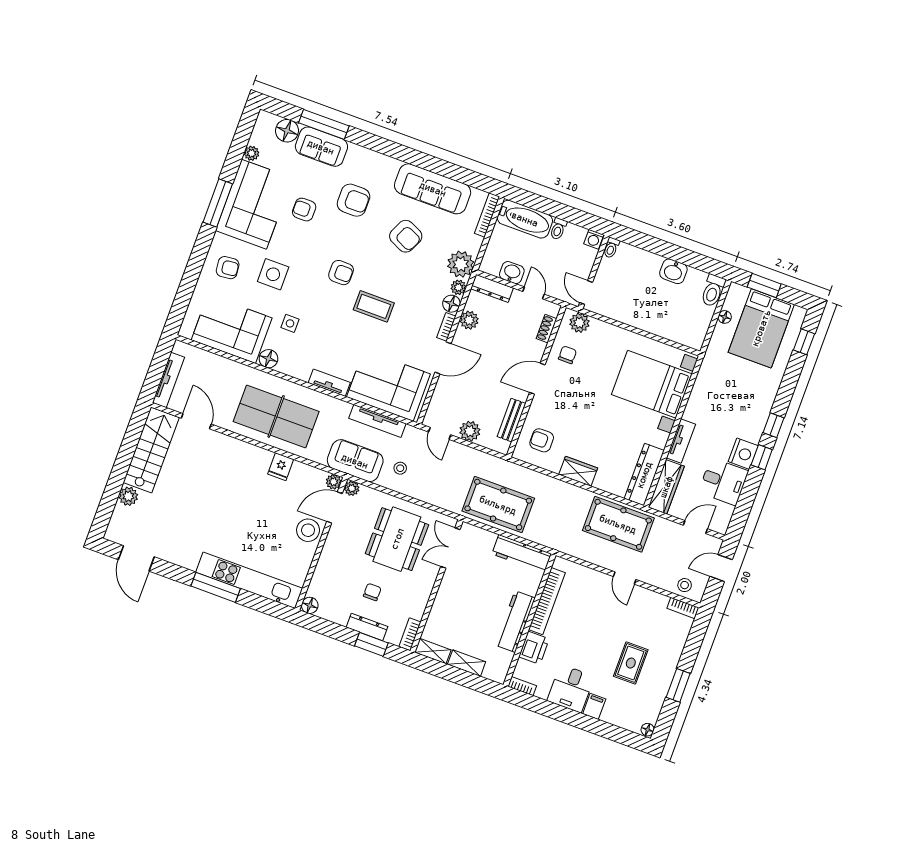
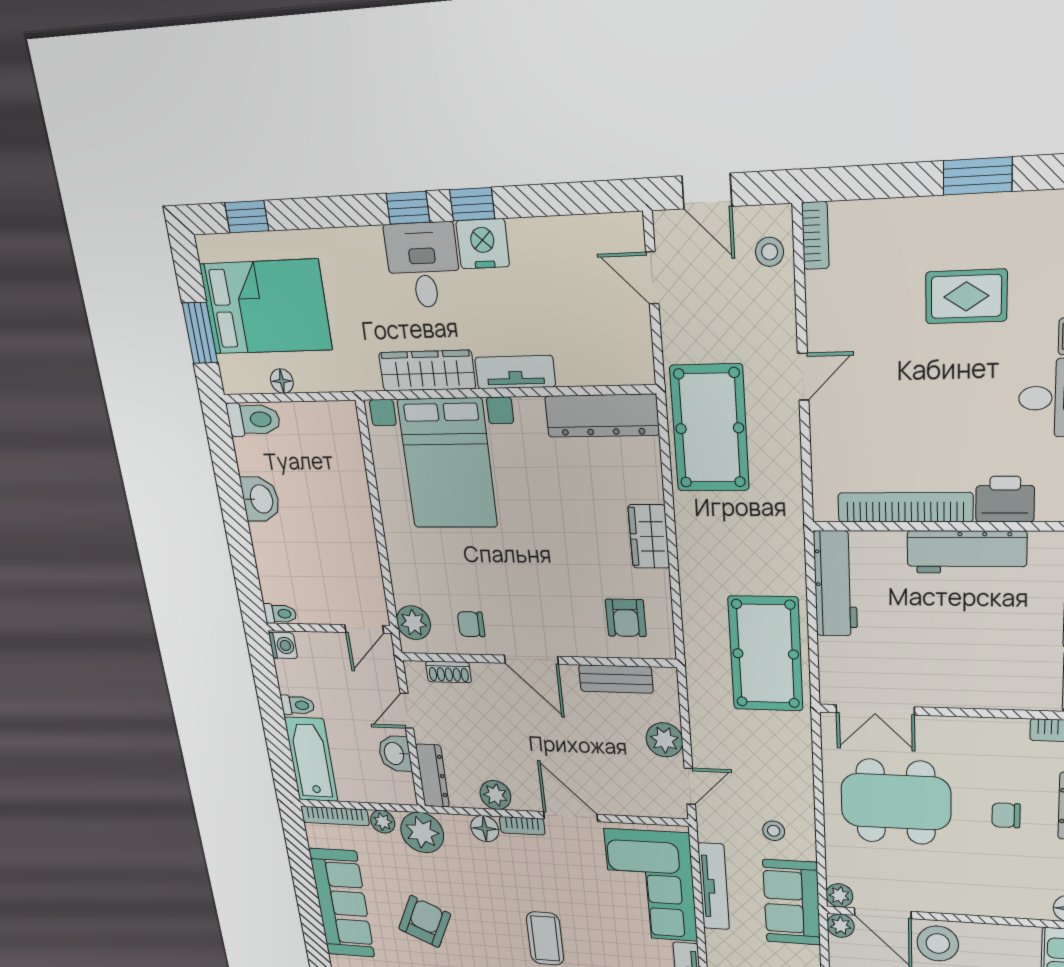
plant: (458, 287) -> (383, 822), moved
desk: (723, 482) -> (423, 265), moved
wardrobe: (666, 487) -> (427, 371), moved

